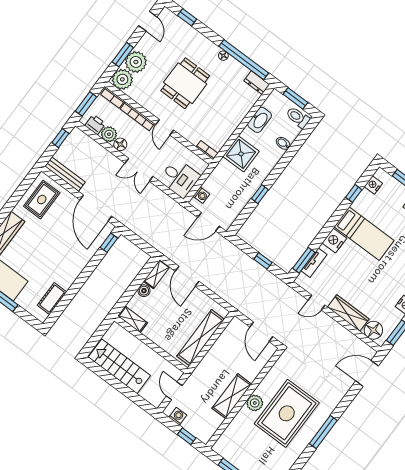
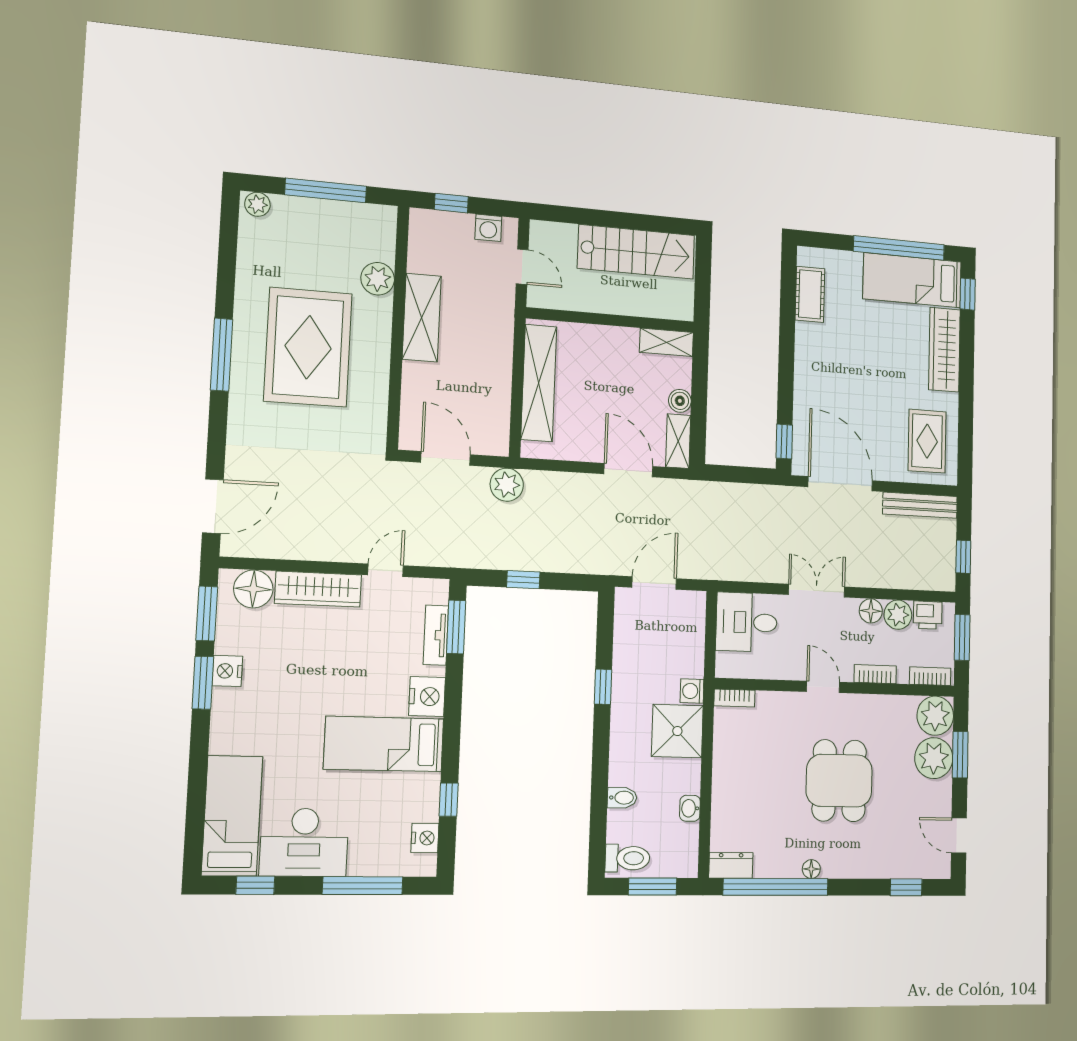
bookcase: (137, 116) -> (875, 674), width x0.64
washbasin: (260, 120) -> (690, 808), width x0.52, depth x0.69
washing machine: (201, 195) -> (692, 691), moved
plant: (243, 304) -> (507, 485), added
plant: (255, 403) -> (378, 279), moved

